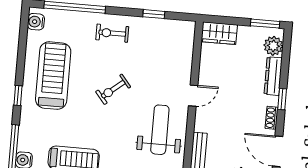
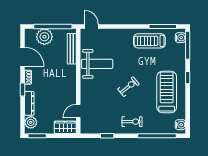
treadmill: (53, 76) -> (167, 92), turned 180
door: (193, 96) -> (78, 111), moved
weight bench: (160, 130) -> (97, 64), turned -90

